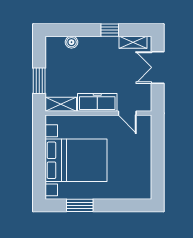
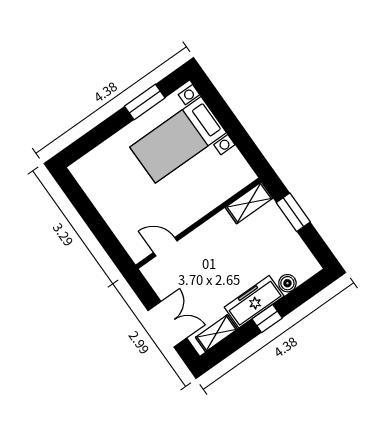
window: (110, 30) -> (267, 318), moved
freezer: (97, 102) -> (254, 302), moved, turned 180
bed with nightstands: (76, 160) -> (178, 140), width x0.73

